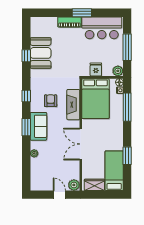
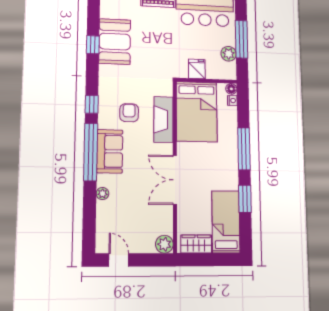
plant: (118, 71) -> (229, 54), moved
window: (127, 107) -> (244, 149), moved
window: (26, 127) -> (91, 152), width x2.11
door: (59, 195) -> (119, 260), moved

